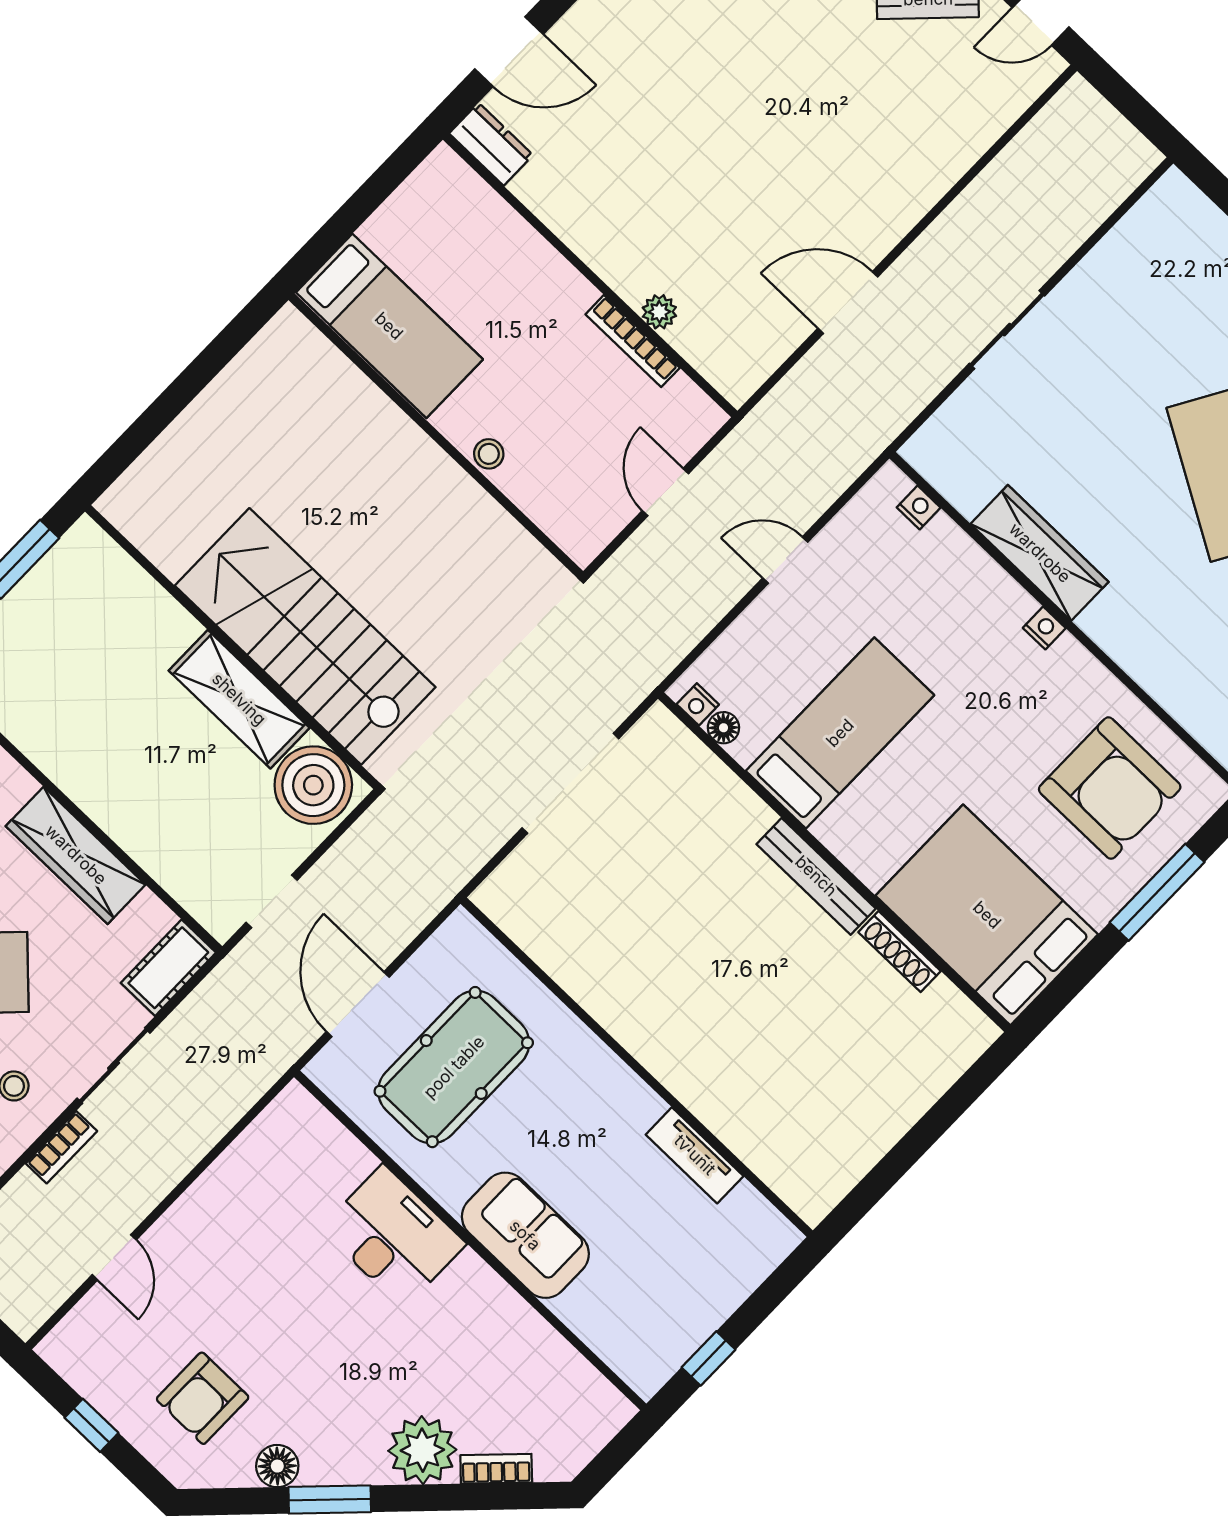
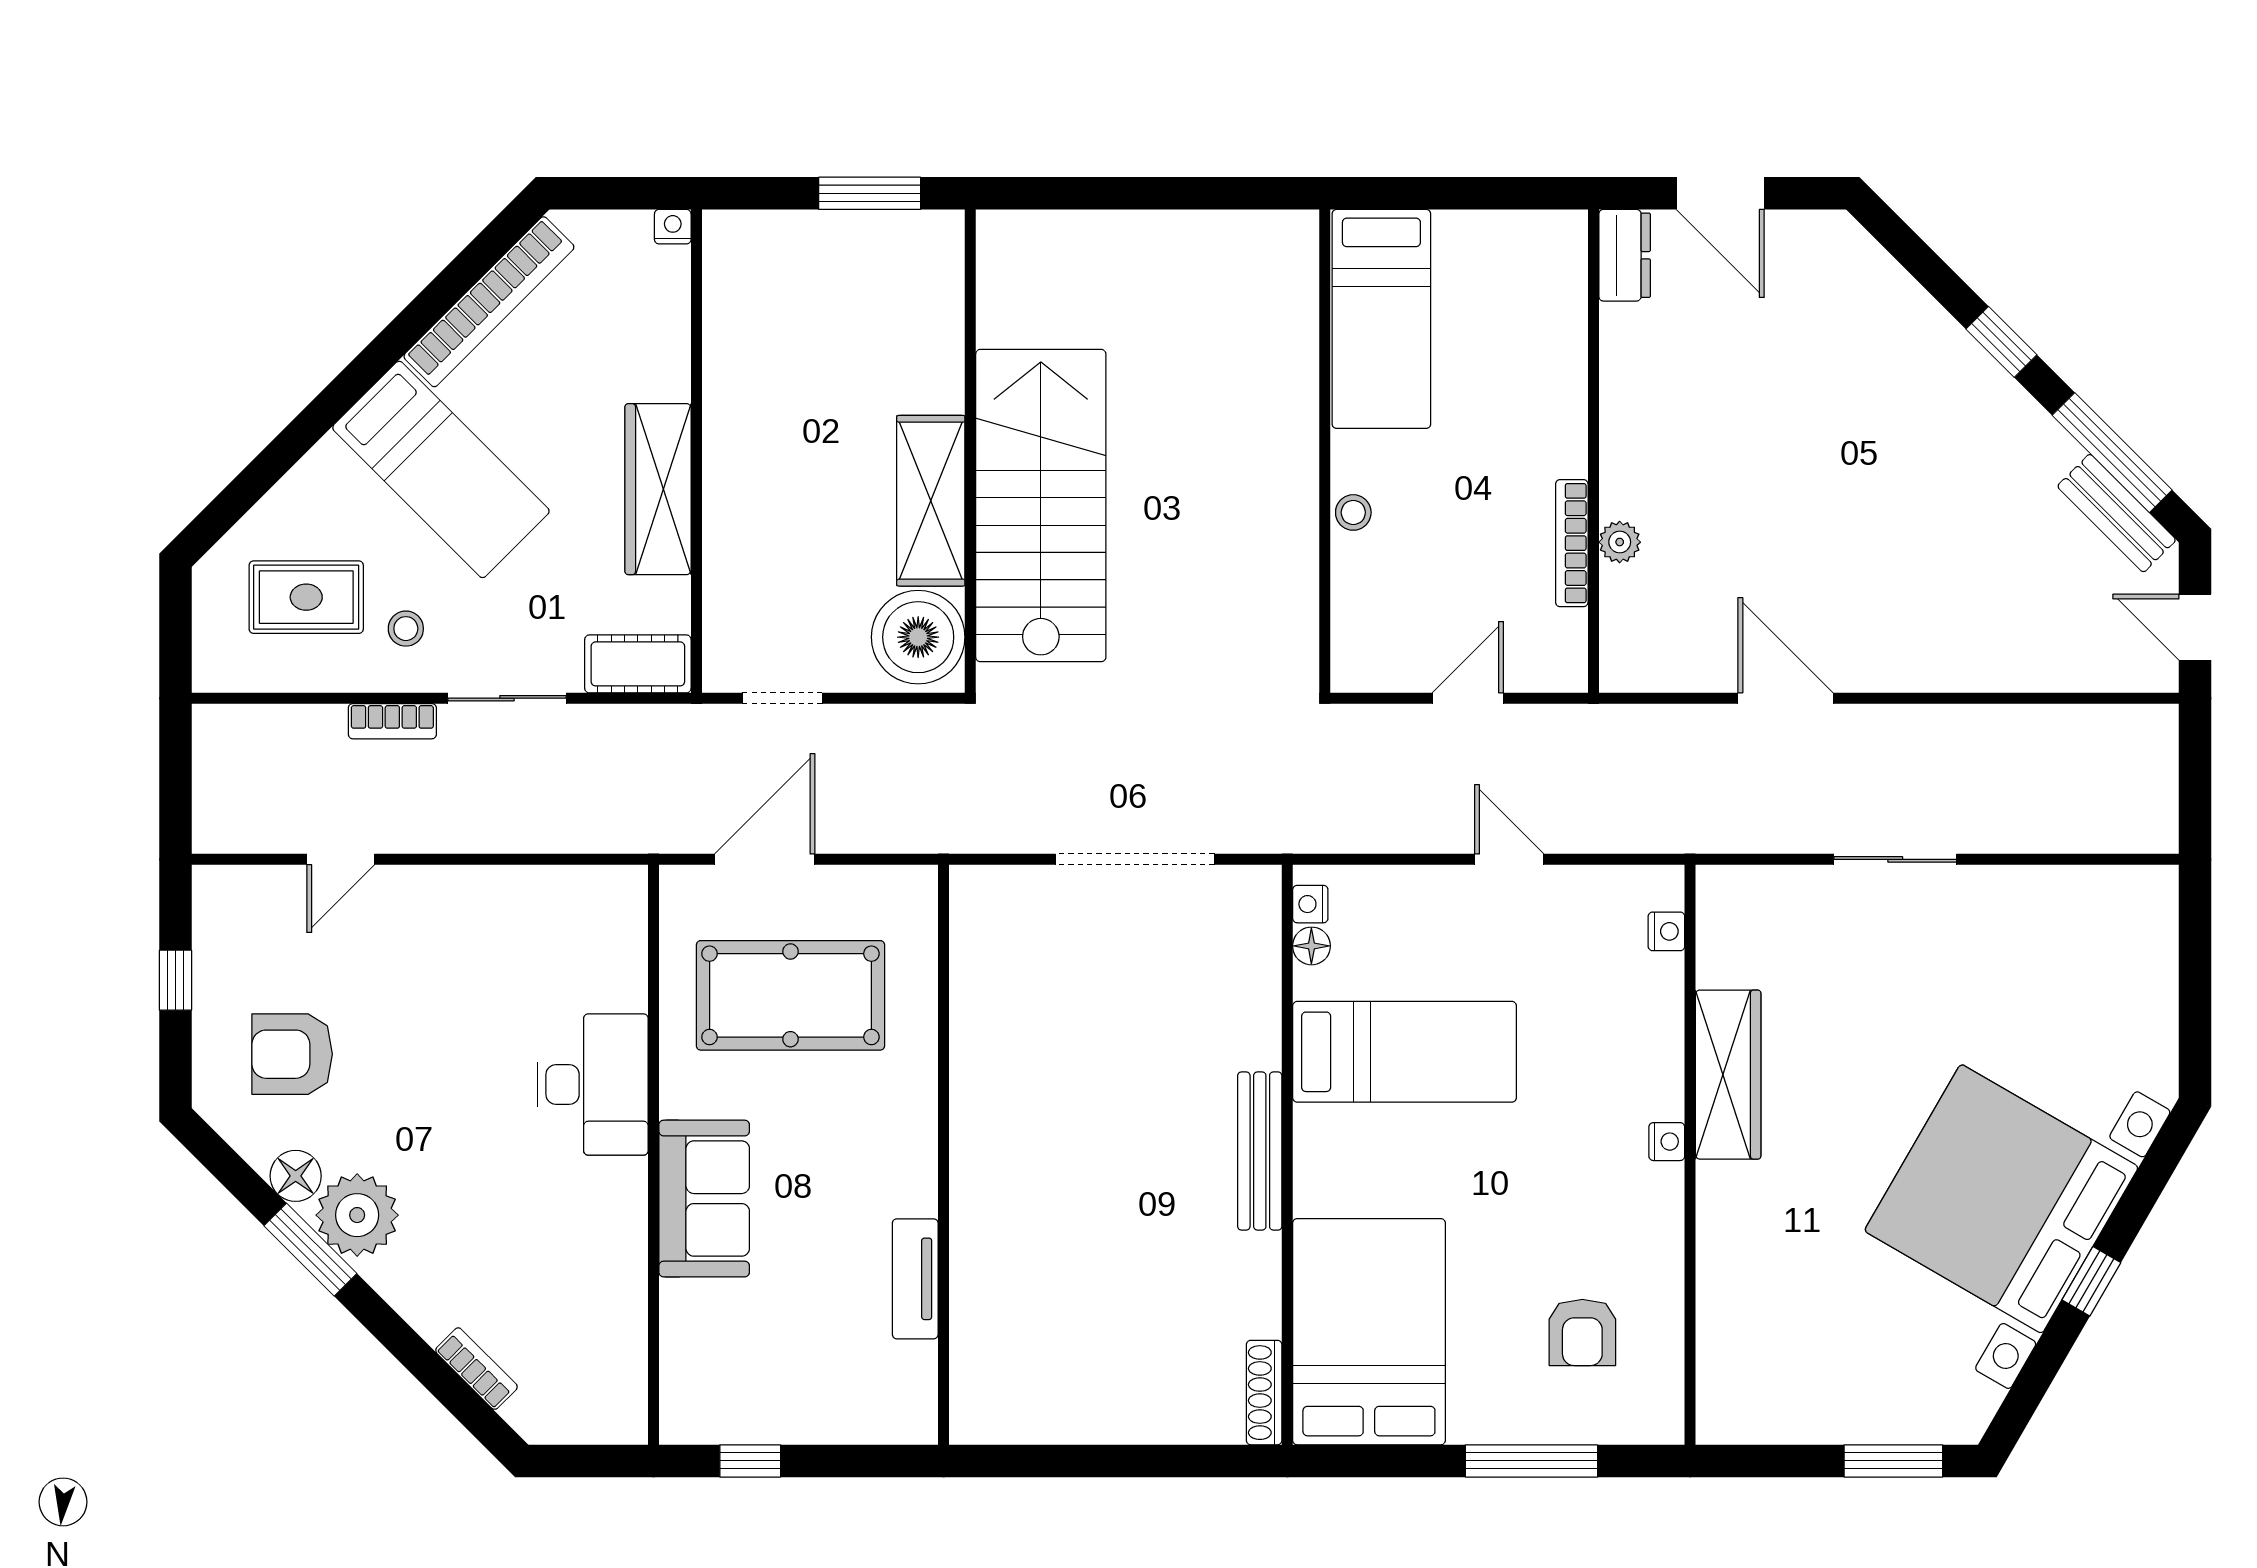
armchair: (1110, 788) -> (1582, 1332), width x0.53, depth x0.53
shoe rack: (900, 952) -> (1264, 1393), moved
plant: (422, 1450) -> (357, 1215), moved

